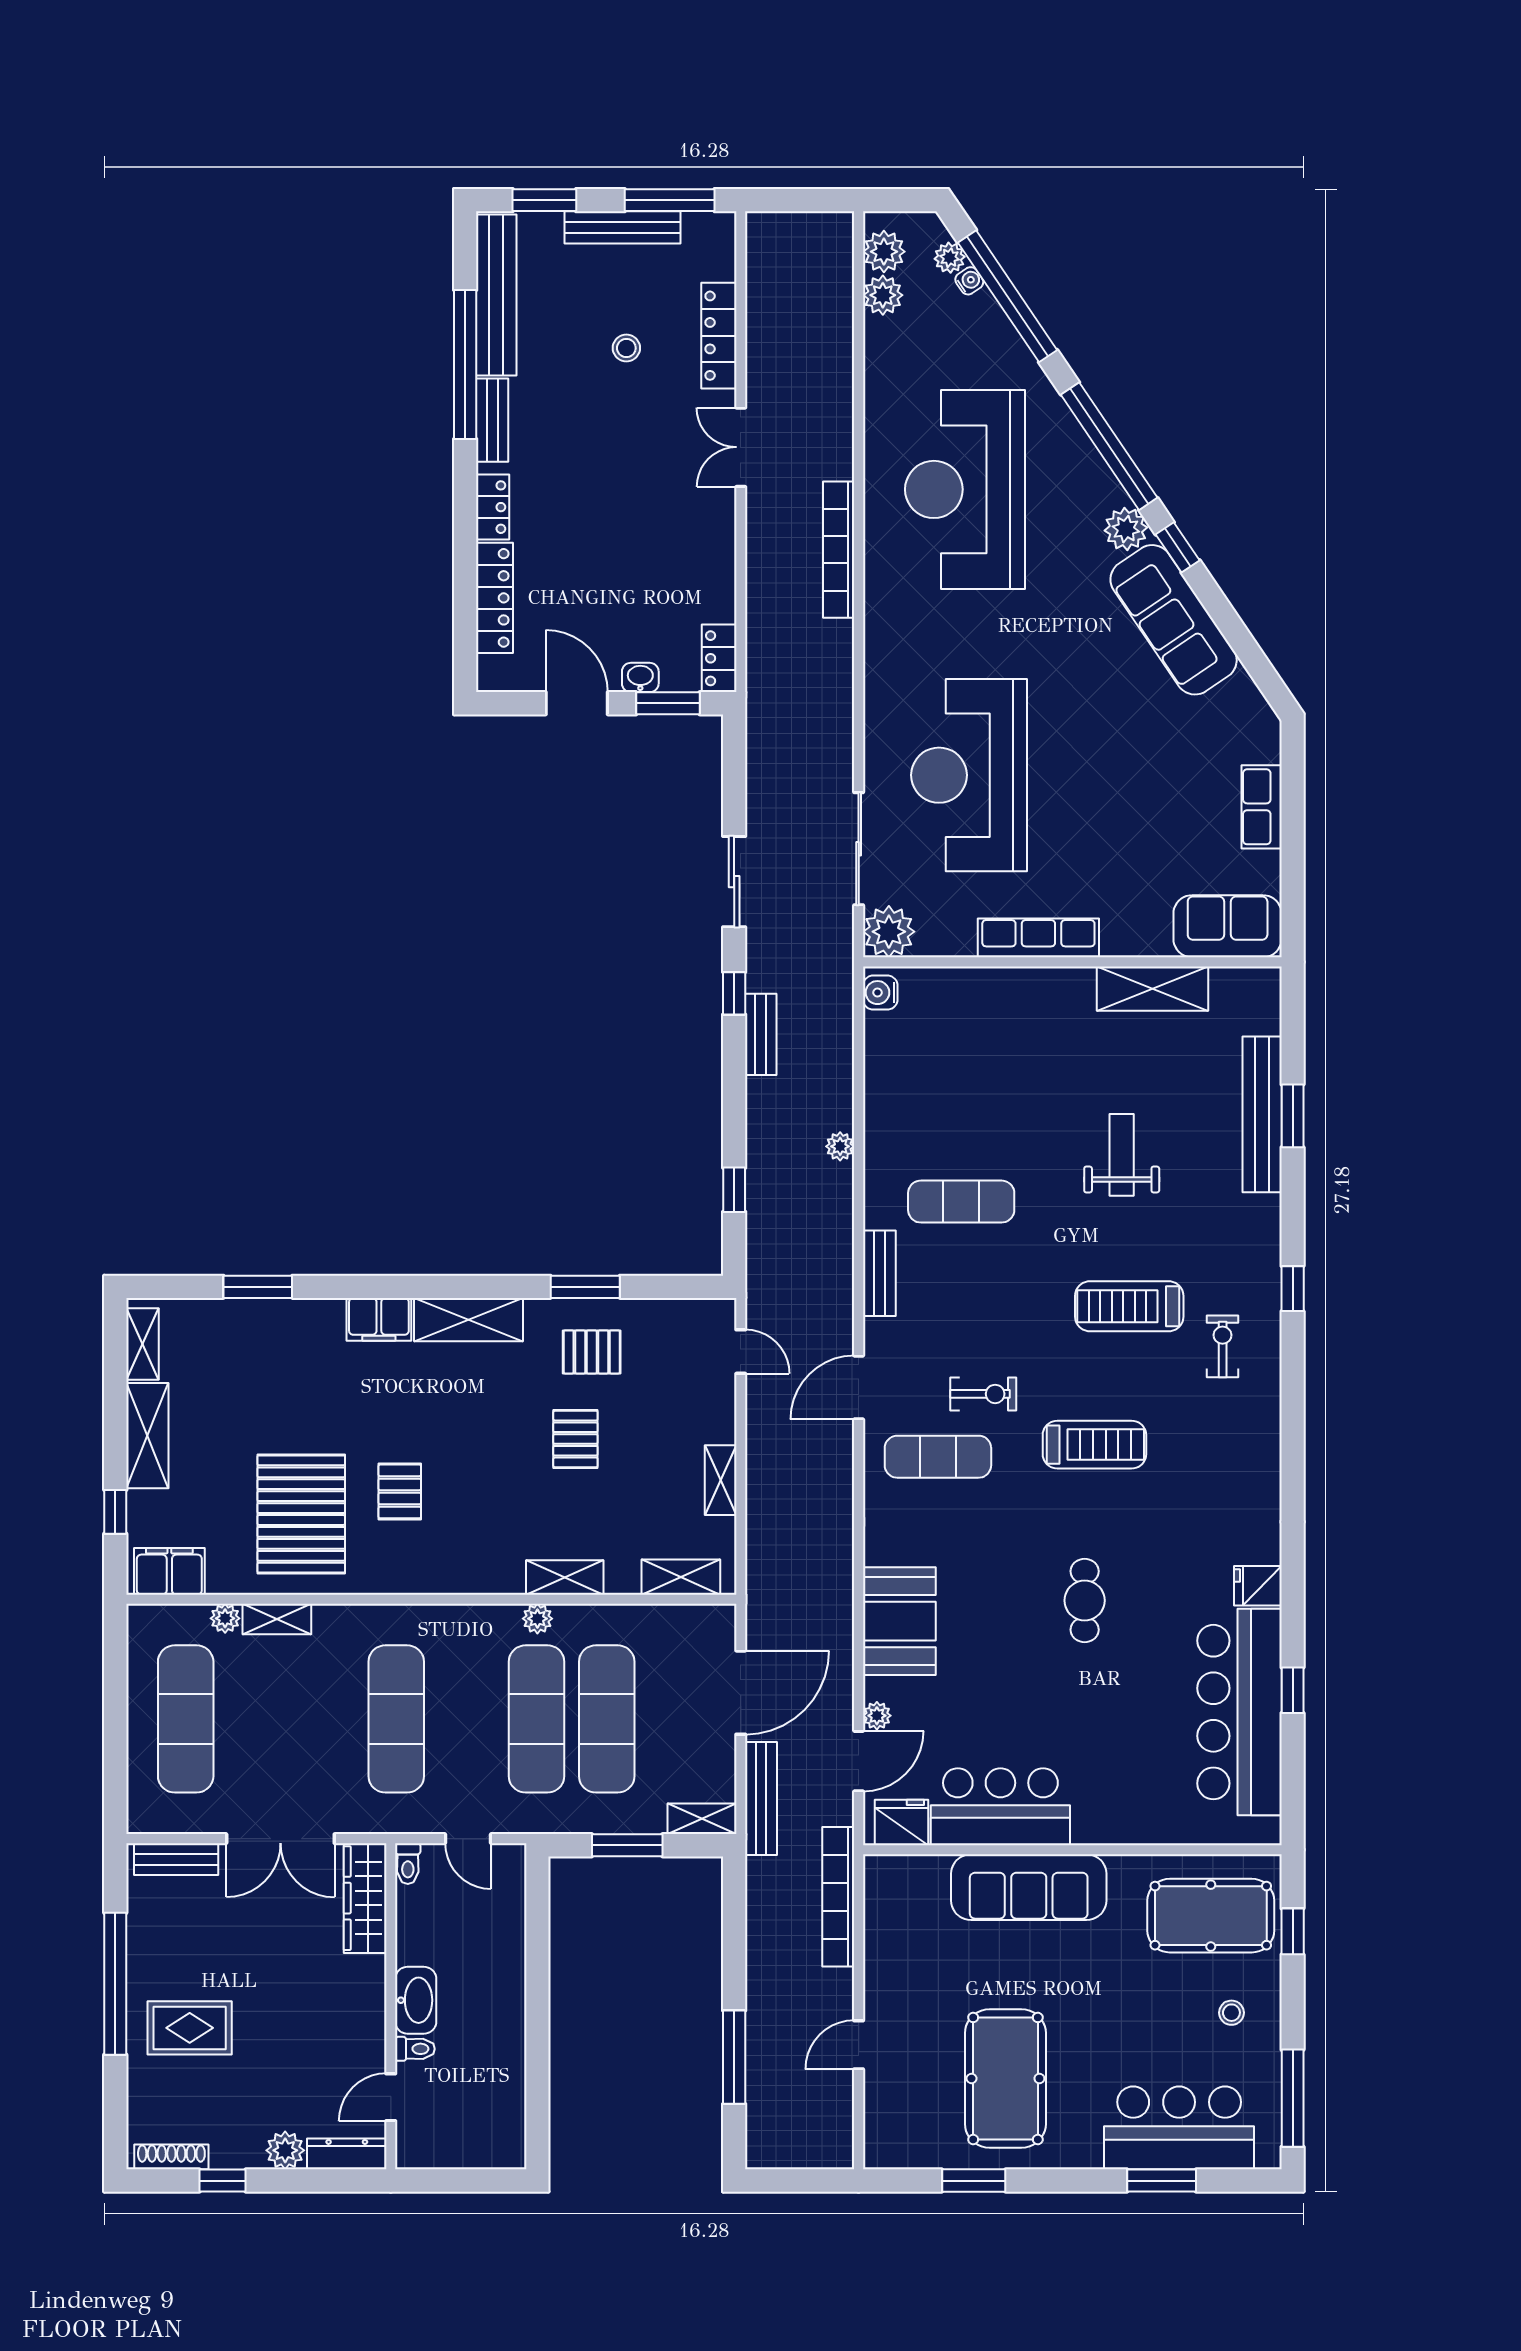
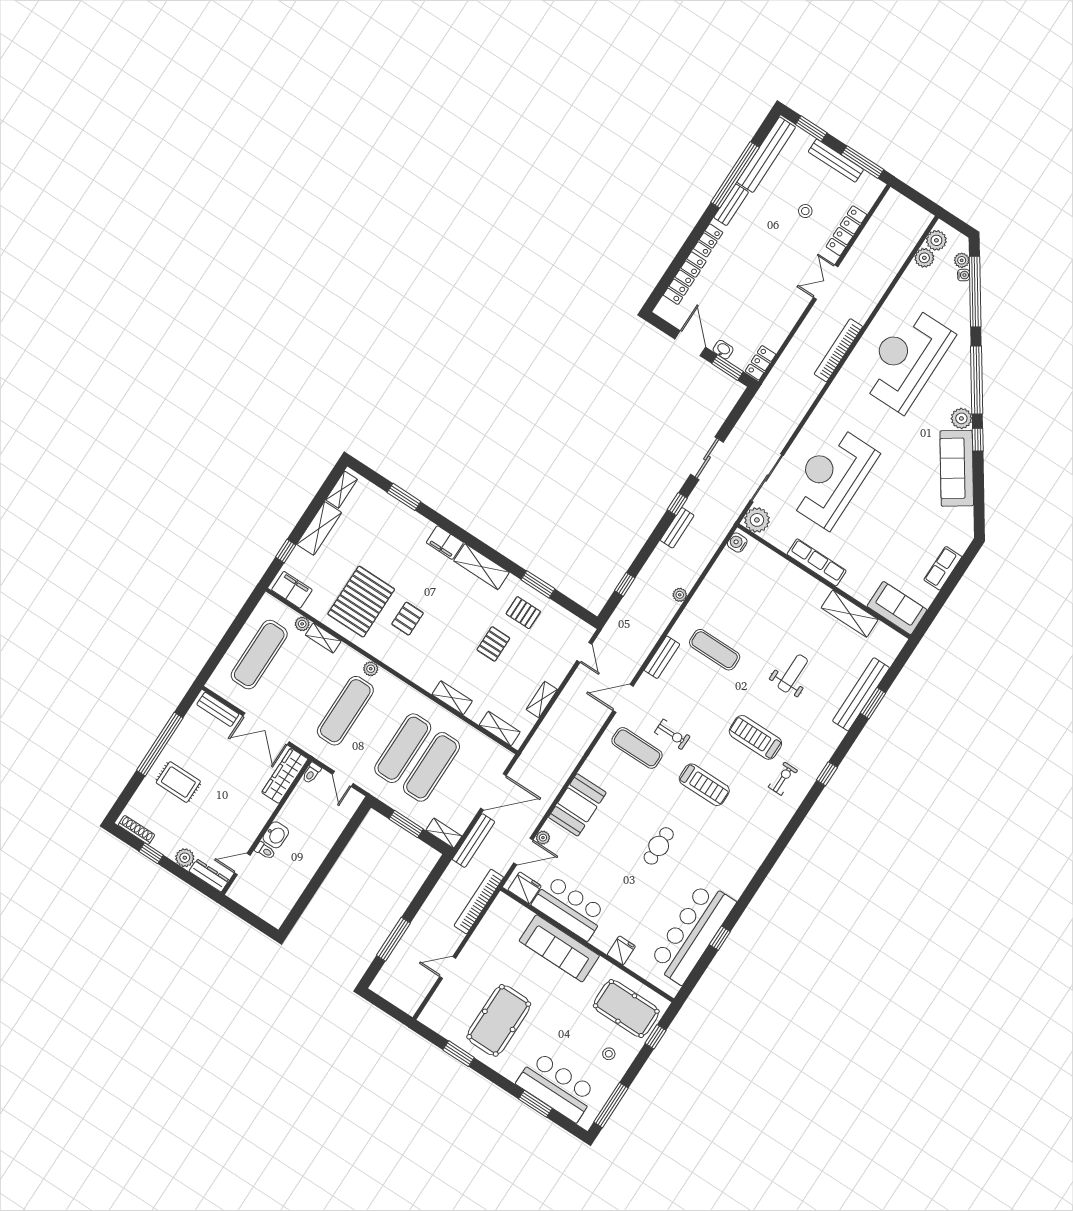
fridge: (1258, 1586) -> (621, 950), moved, turned 90
plant: (537, 1619) -> (371, 669), moved
washbasin: (416, 2000) -> (276, 835), width x0.72

